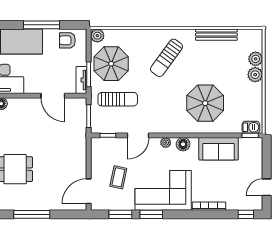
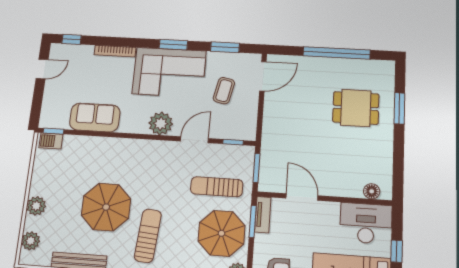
sun lounger: (166, 58) -> (148, 236), turned -31
plant: (256, 59) -> (31, 241), moved
parasol: (205, 103) -> (106, 207), moved
plant: (166, 143) -> (161, 124), width x1.87, depth x1.87
floor lamp: (183, 144) -> (138, 126), removed
window: (32, 214) -> (337, 53), width x1.46
window: (151, 214) -> (173, 45), moved

